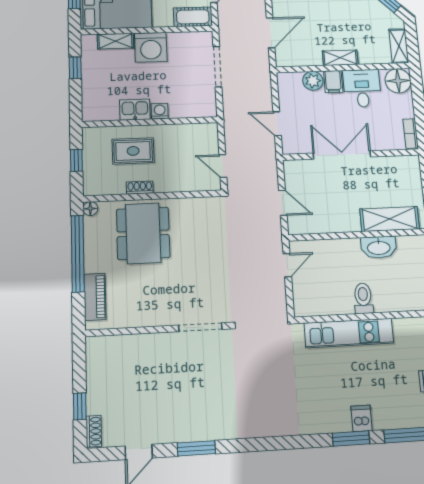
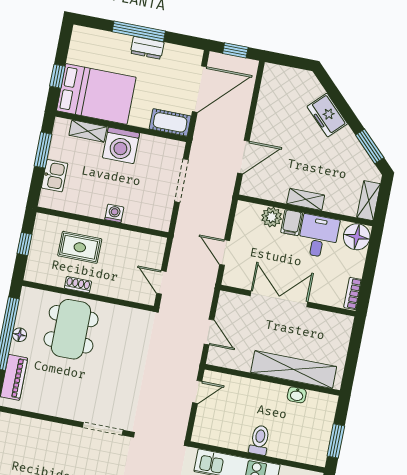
window: (75, 68) -> (43, 150), width x1.50
kitchen sink: (135, 110) -> (55, 176), moved, turned 90
floor lamp: (90, 209) -> (20, 335), moved
shelving: (390, 219) -> (294, 370), width x1.47
washbasin: (379, 247) -> (297, 395), width x0.52, depth x0.69

